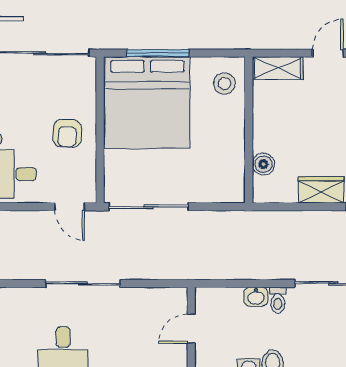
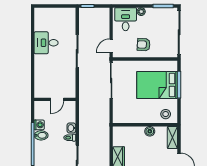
bed: (147, 103) -> (157, 85), width x0.73
boiler: (263, 164) -> (150, 131), moved
door: (191, 329) -> (57, 99), swing flipped

